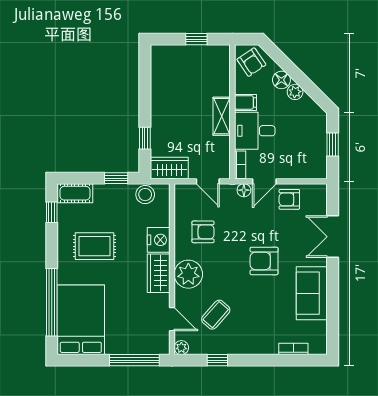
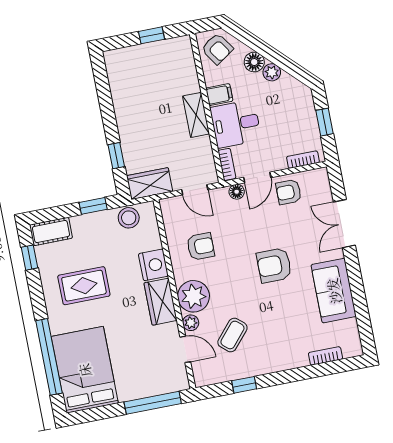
bookcase: (307, 174) -> (303, 160), added
plant: (181, 348) -> (191, 323), moved

